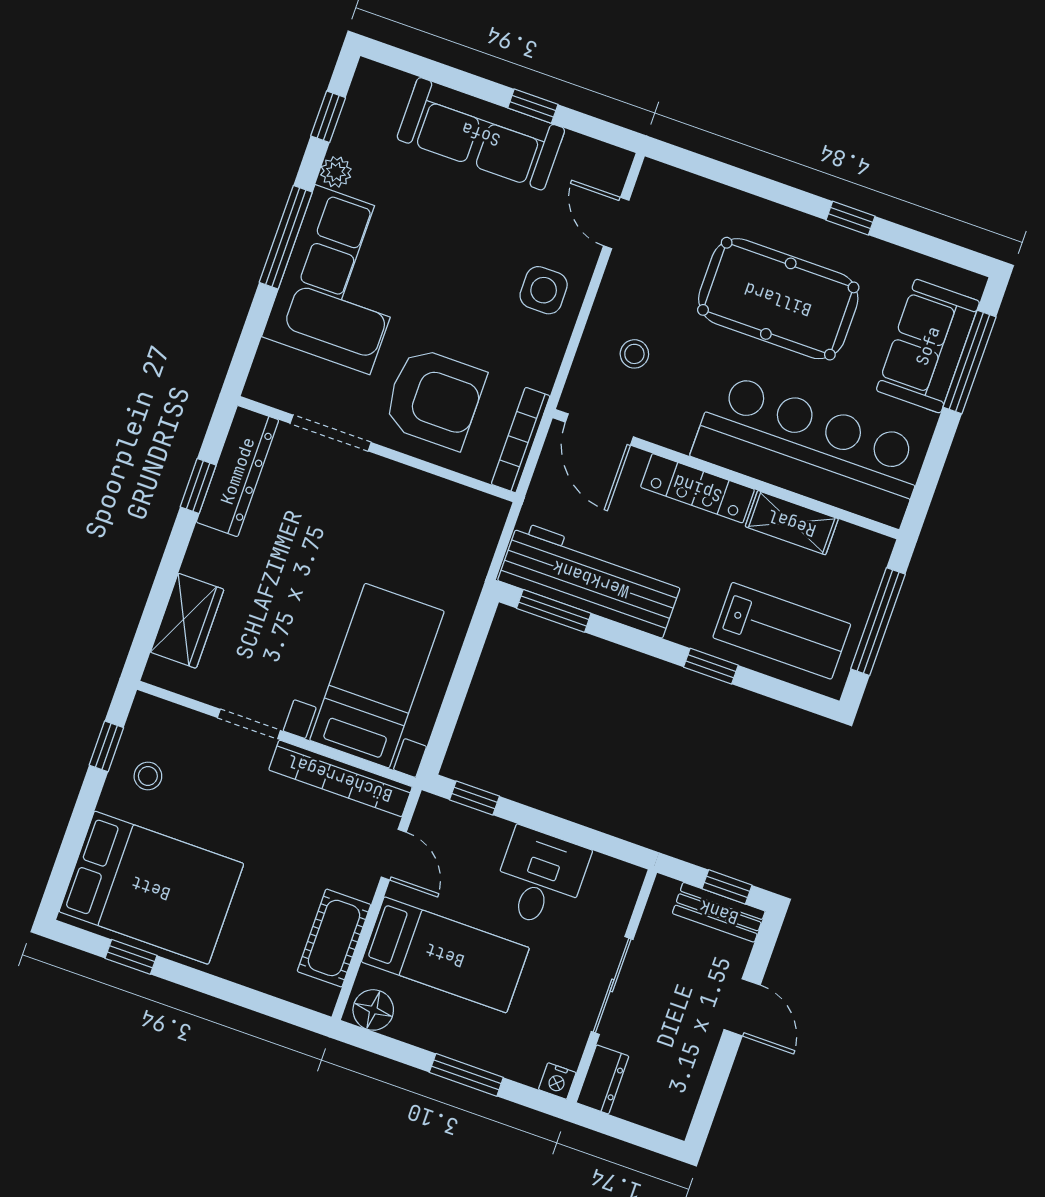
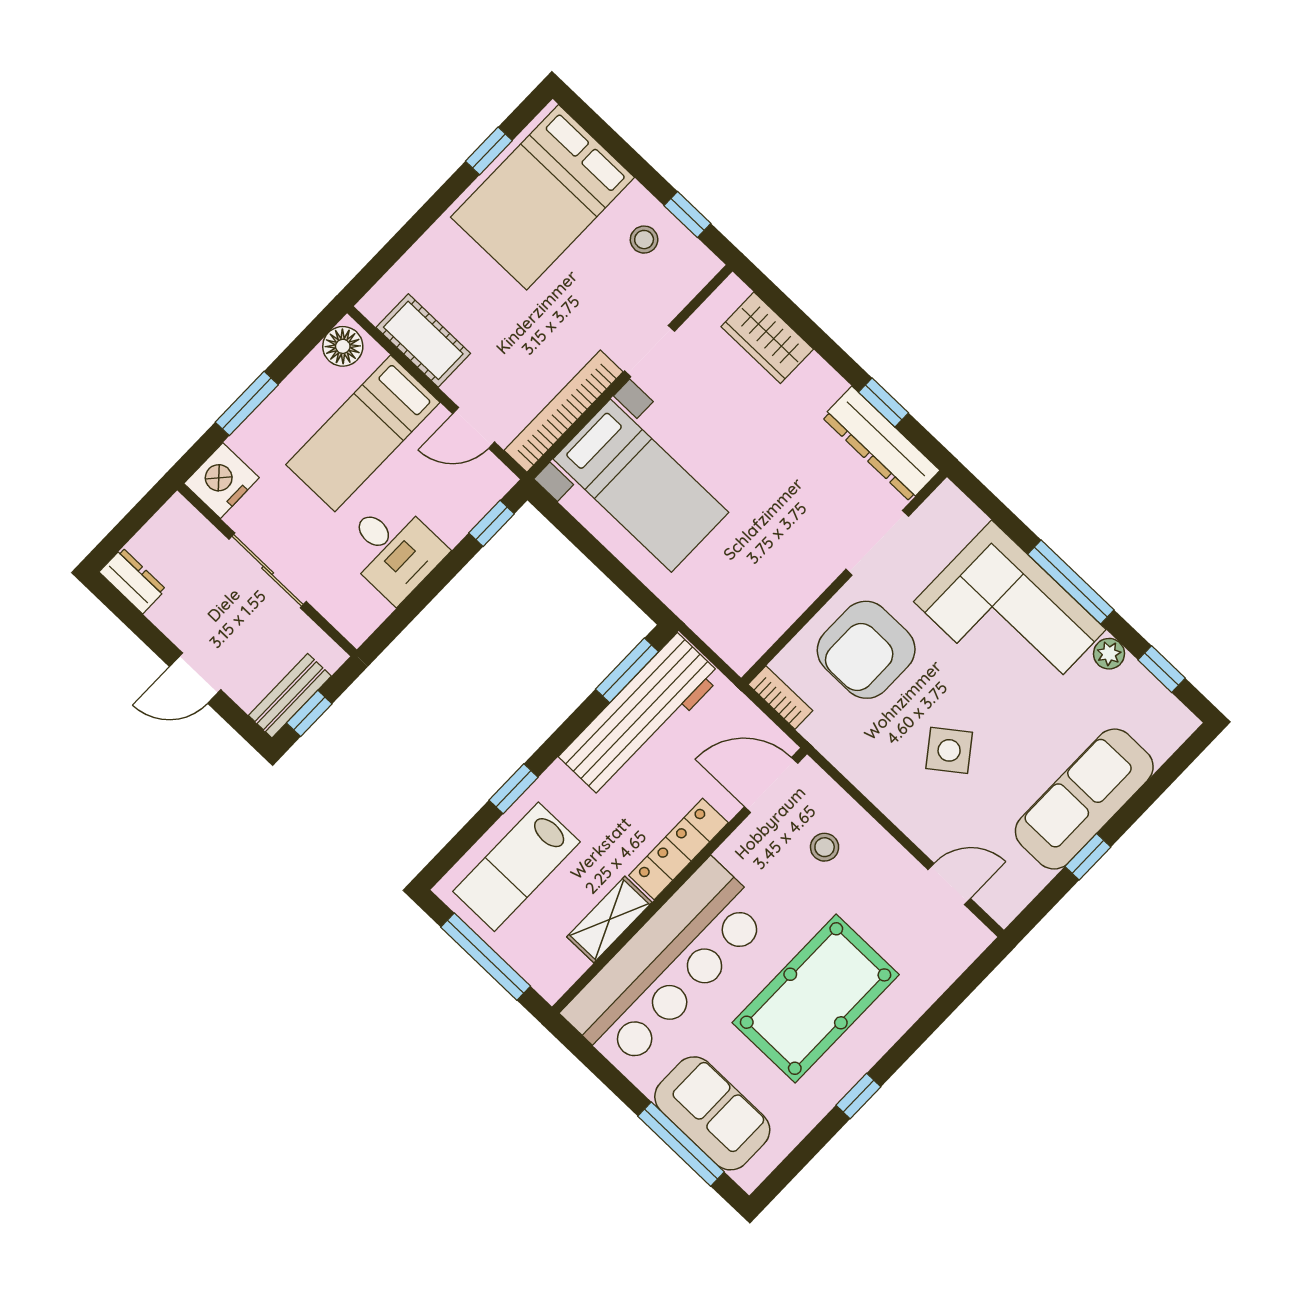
side table: (544, 290) -> (949, 750), moved, turned -37
bookcase: (521, 440) -> (780, 698), width x0.64
dresser: (603, 1079) -> (133, 581), moved, turned 180
nightstand: (557, 1081) -> (222, 481), width x1.89, depth x1.79

